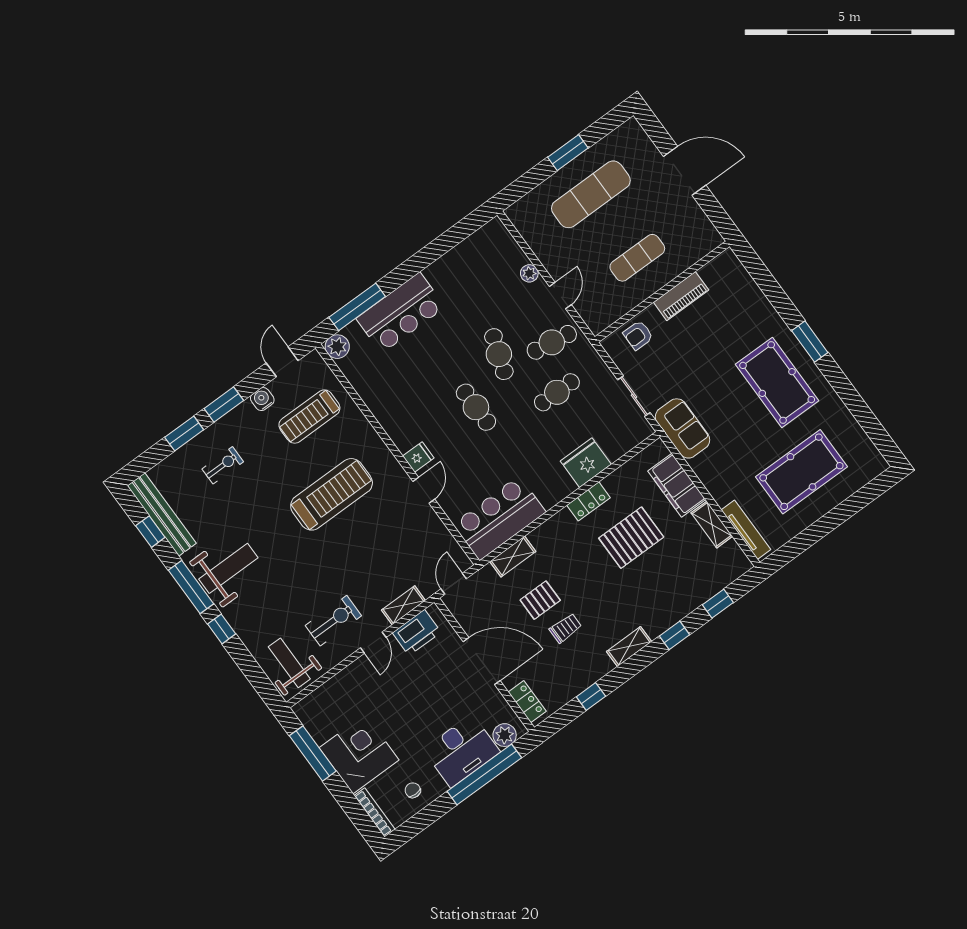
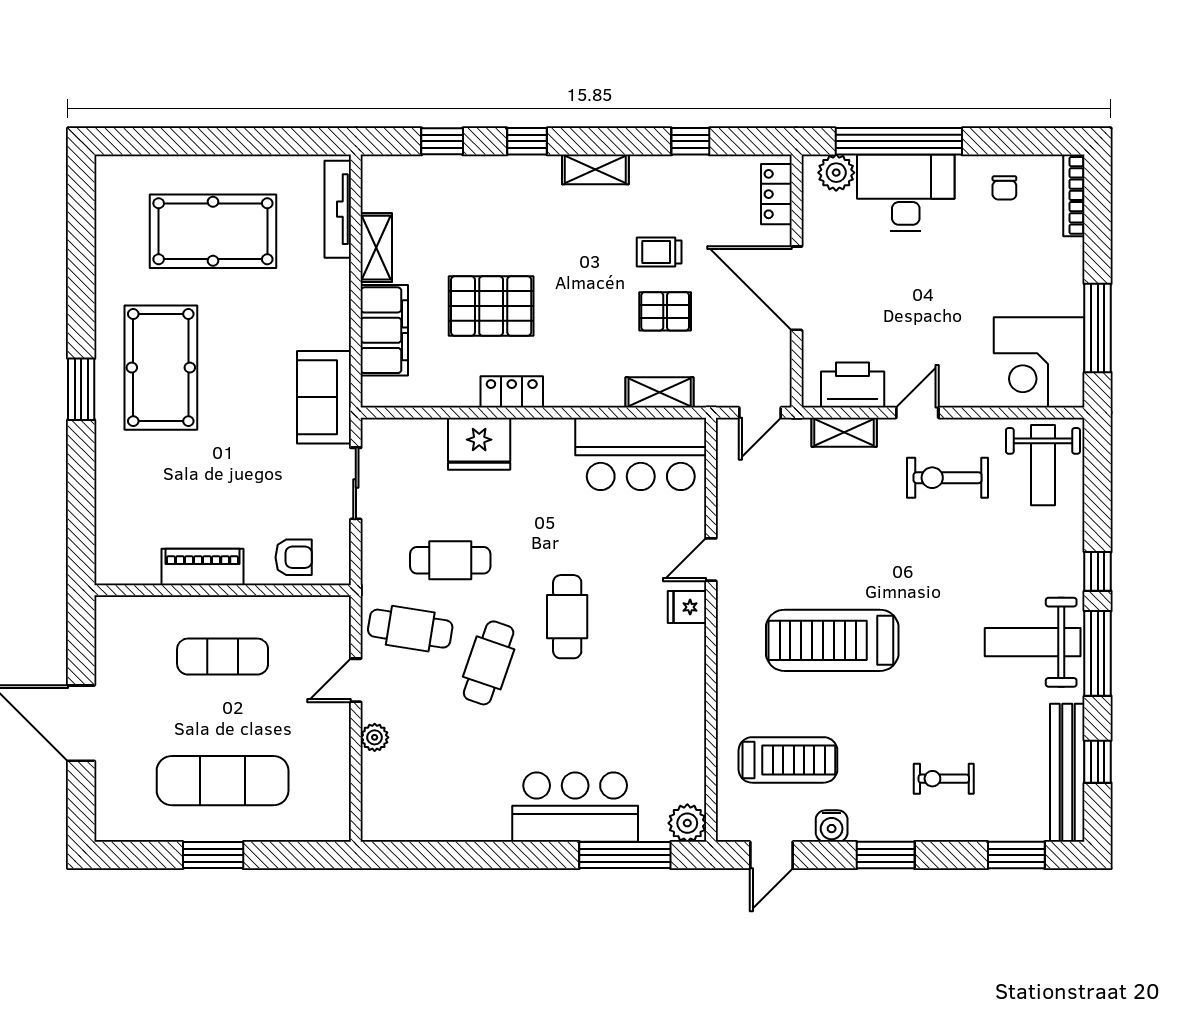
window: (184, 433) -> (1016, 855), moved
corner desk: (359, 754) -> (1039, 362), moved

